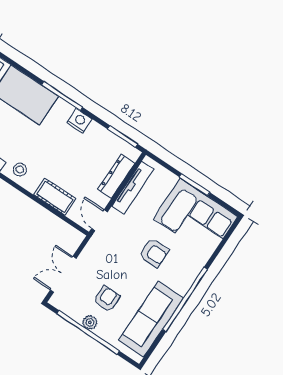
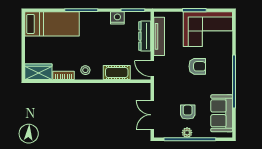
nightstand: (79, 121) -> (117, 18), moved
sofa: (151, 319) -> (222, 113), width x0.73

